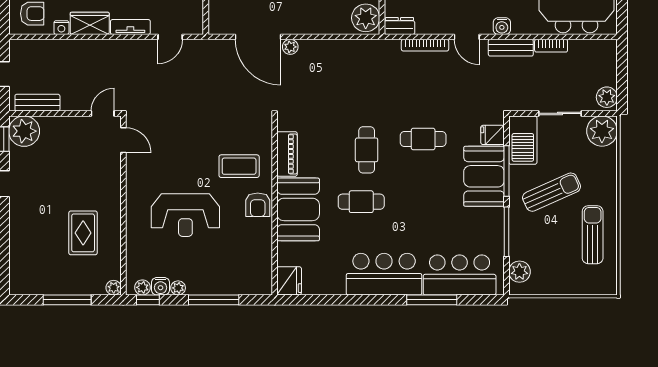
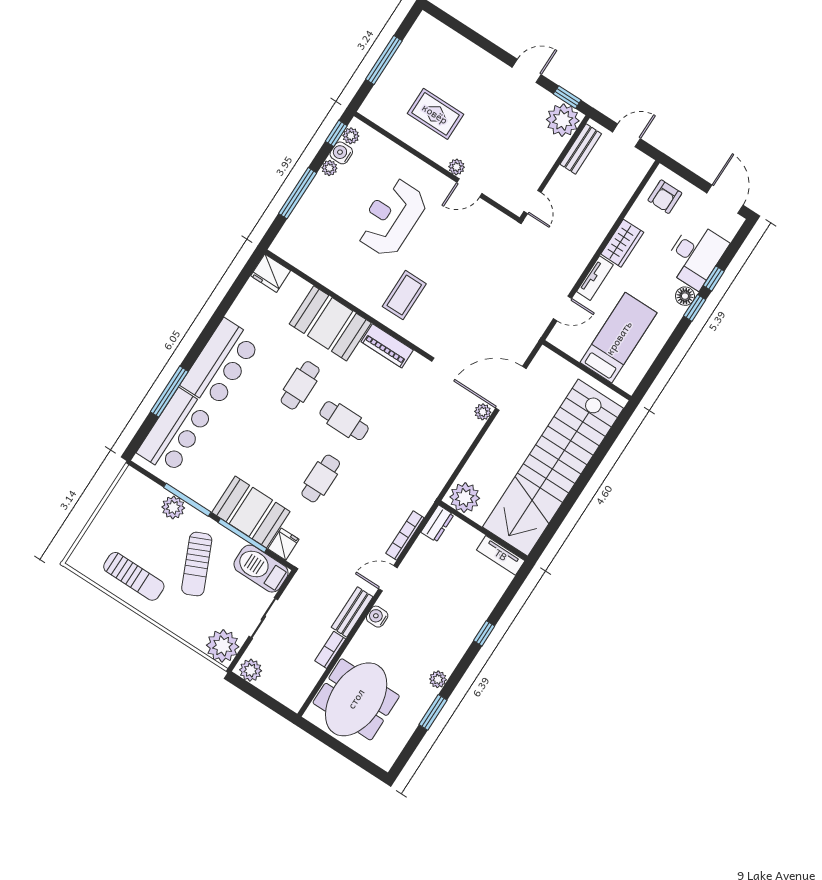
nightstand: (61, 28) -> (635, 215), removed
door: (170, 37) -> (563, 308), swing flipped
door: (123, 140) -> (469, 188), moved
armchair: (258, 205) -> (358, 289), removed
plant: (519, 272) -> (173, 507), moved
plant: (114, 288) -> (457, 167), moved

